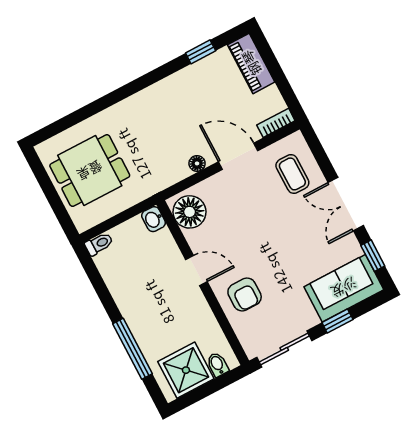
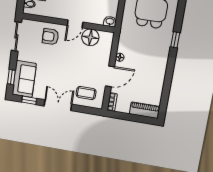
window: (201, 52) -> (175, 40), moved
floor lamp: (190, 212) -> (90, 37), moved
window: (337, 321) -> (11, 77), moved

